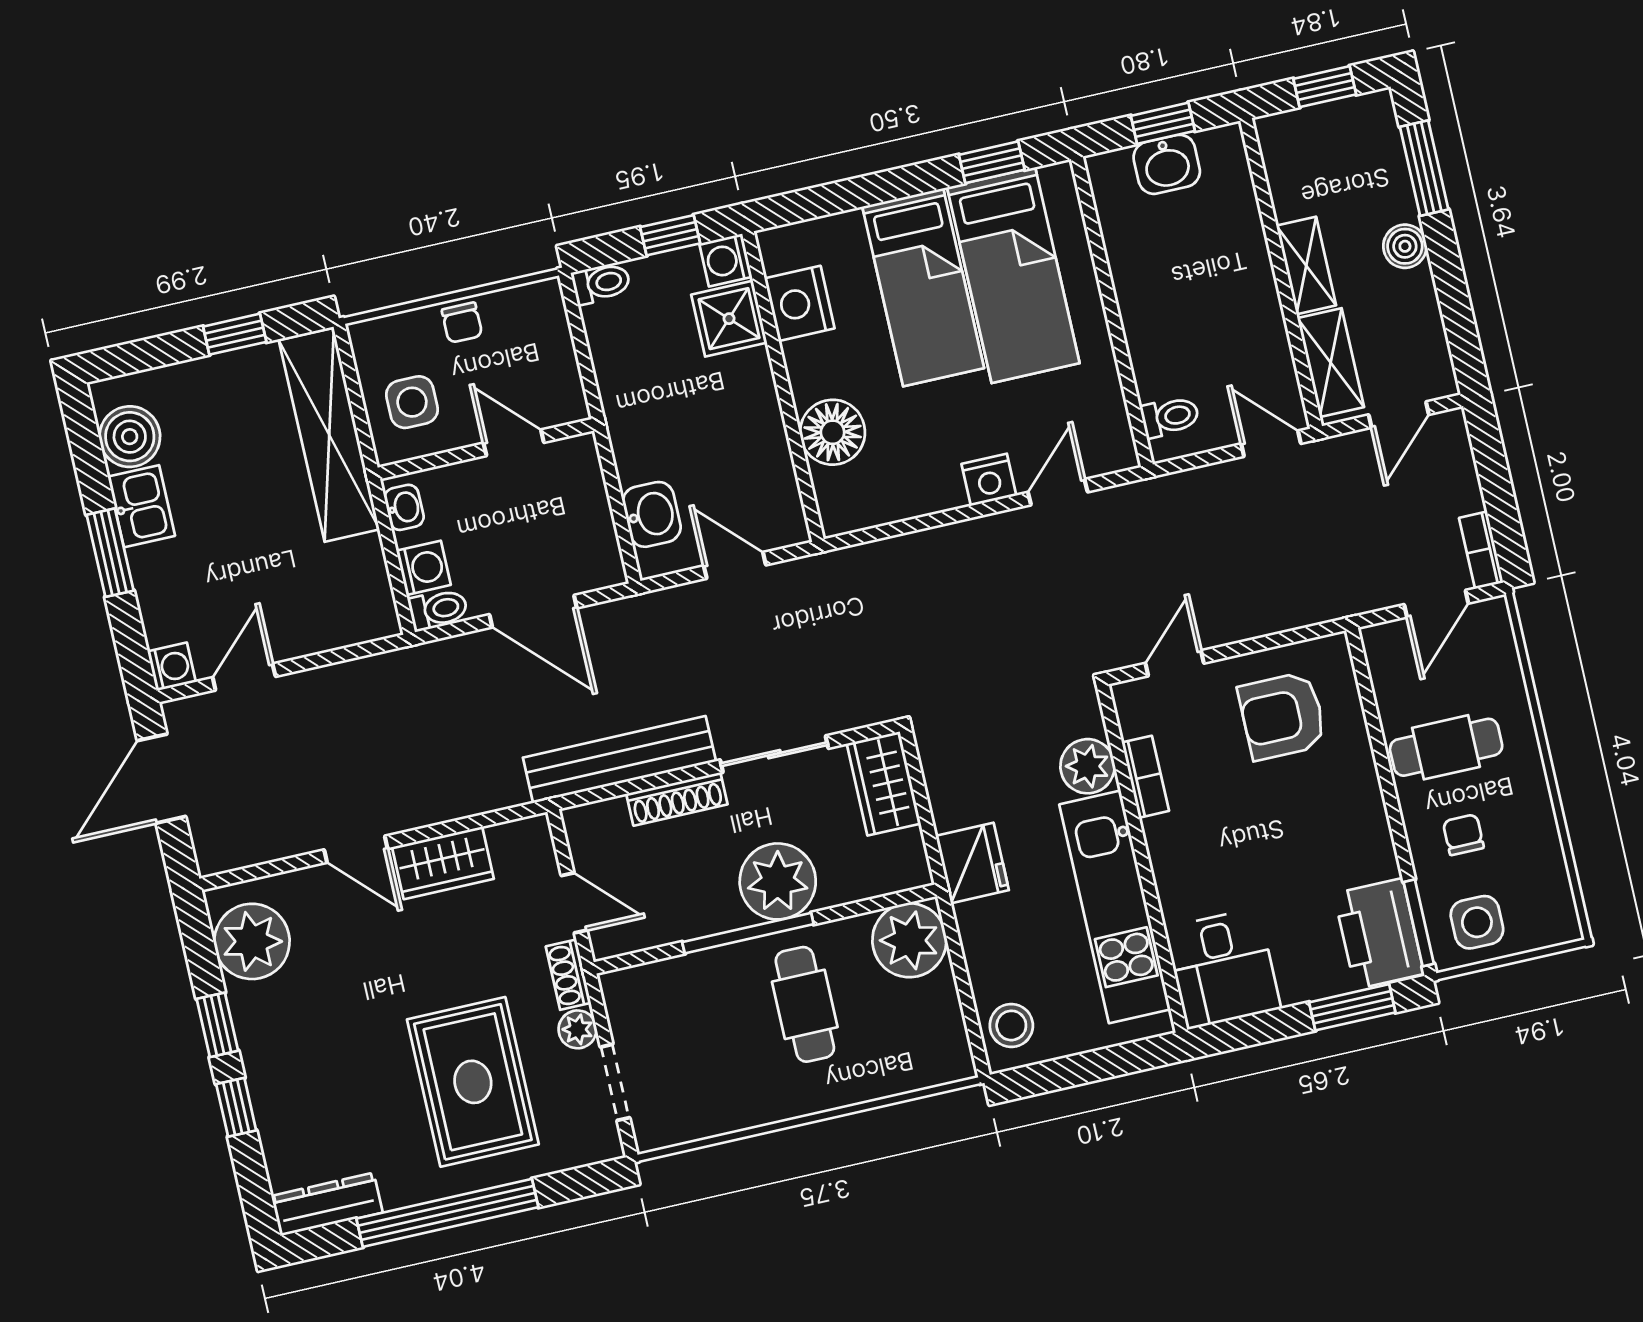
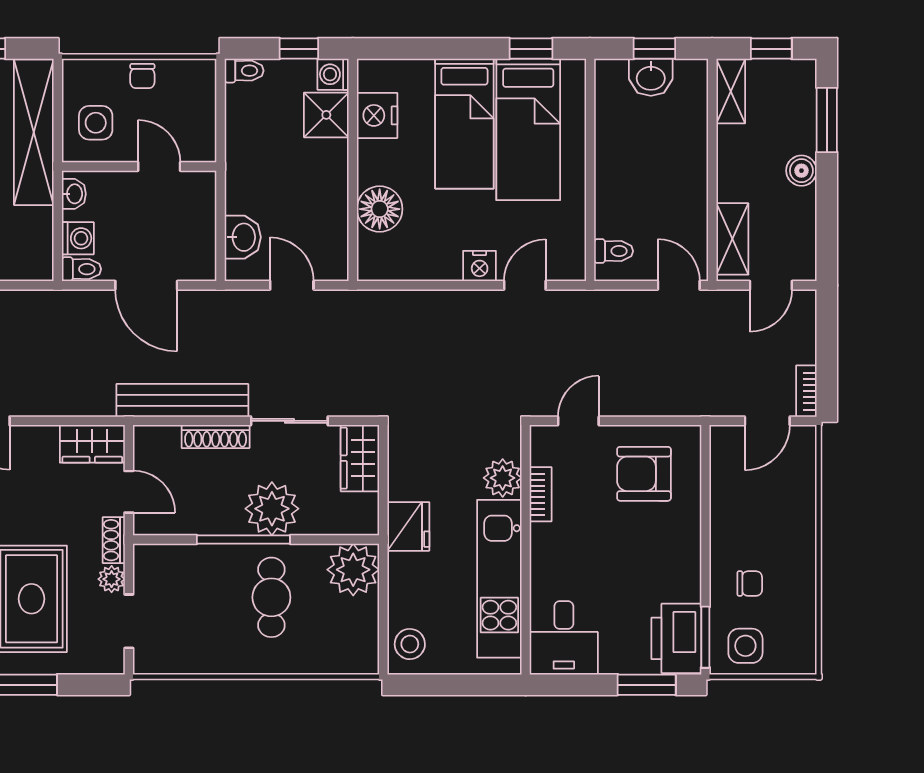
shelving: (1306, 265) -> (731, 91), moved
cafe table: (1446, 747) -> (752, 521), removed
chair: (1463, 835) -> (750, 584), turned 90
wardrobe: (443, 863) -> (92, 444), moved

